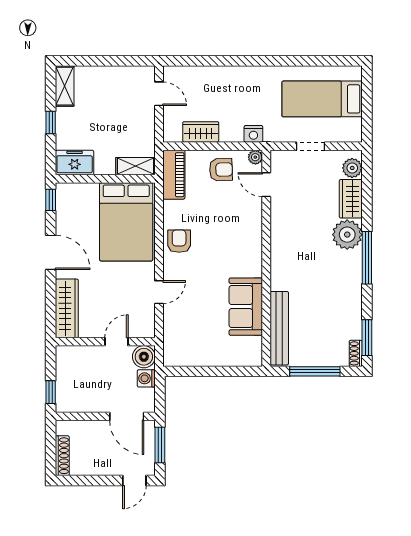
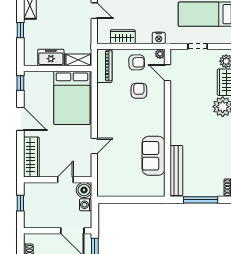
freezer: (75, 163) -> (51, 58), moved
armchair: (179, 241) -> (139, 91), moved
window: (51, 392) -> (20, 203), moved

